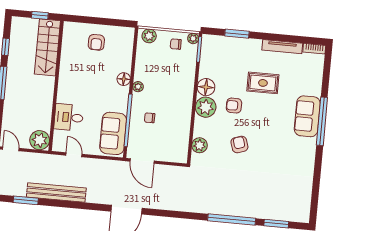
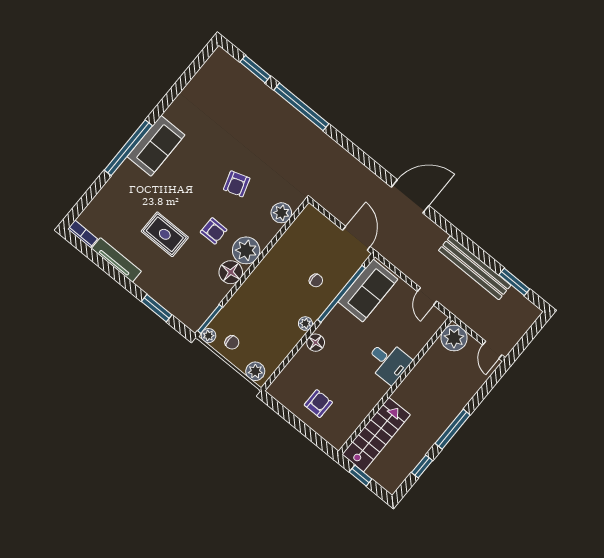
sofa: (307, 116) -> (156, 146), moved
desk: (69, 117) -> (388, 362), moved

